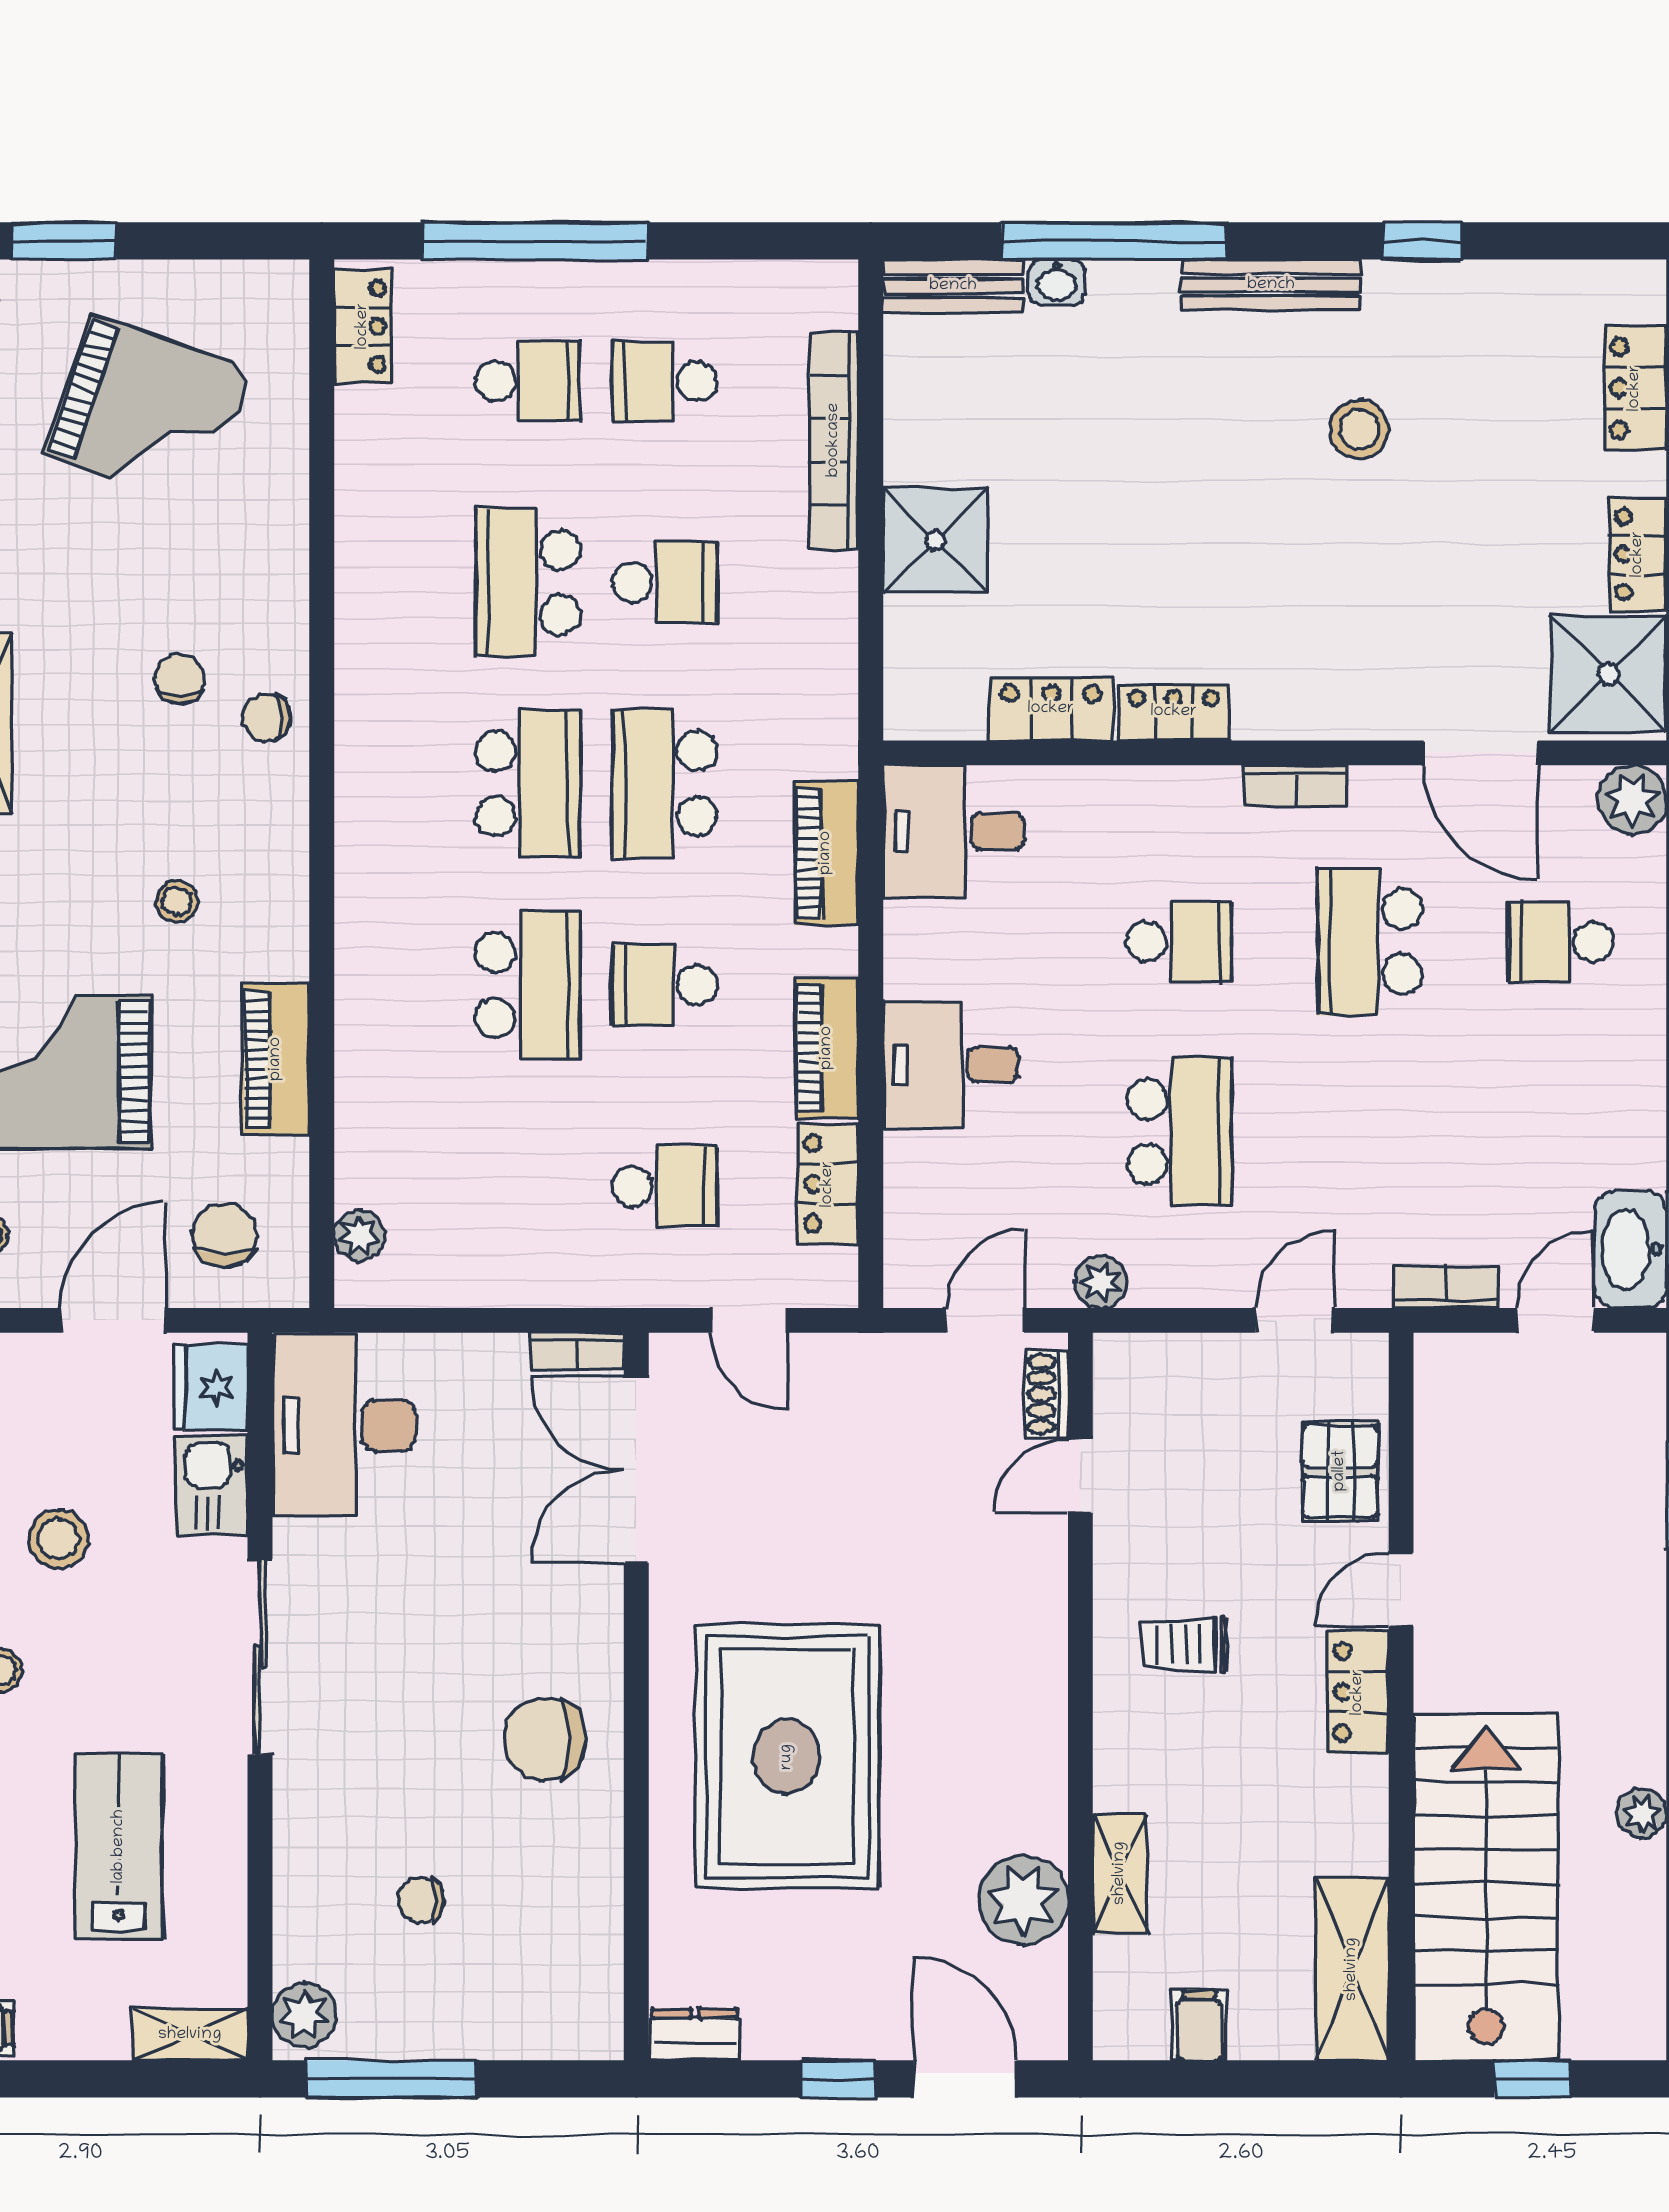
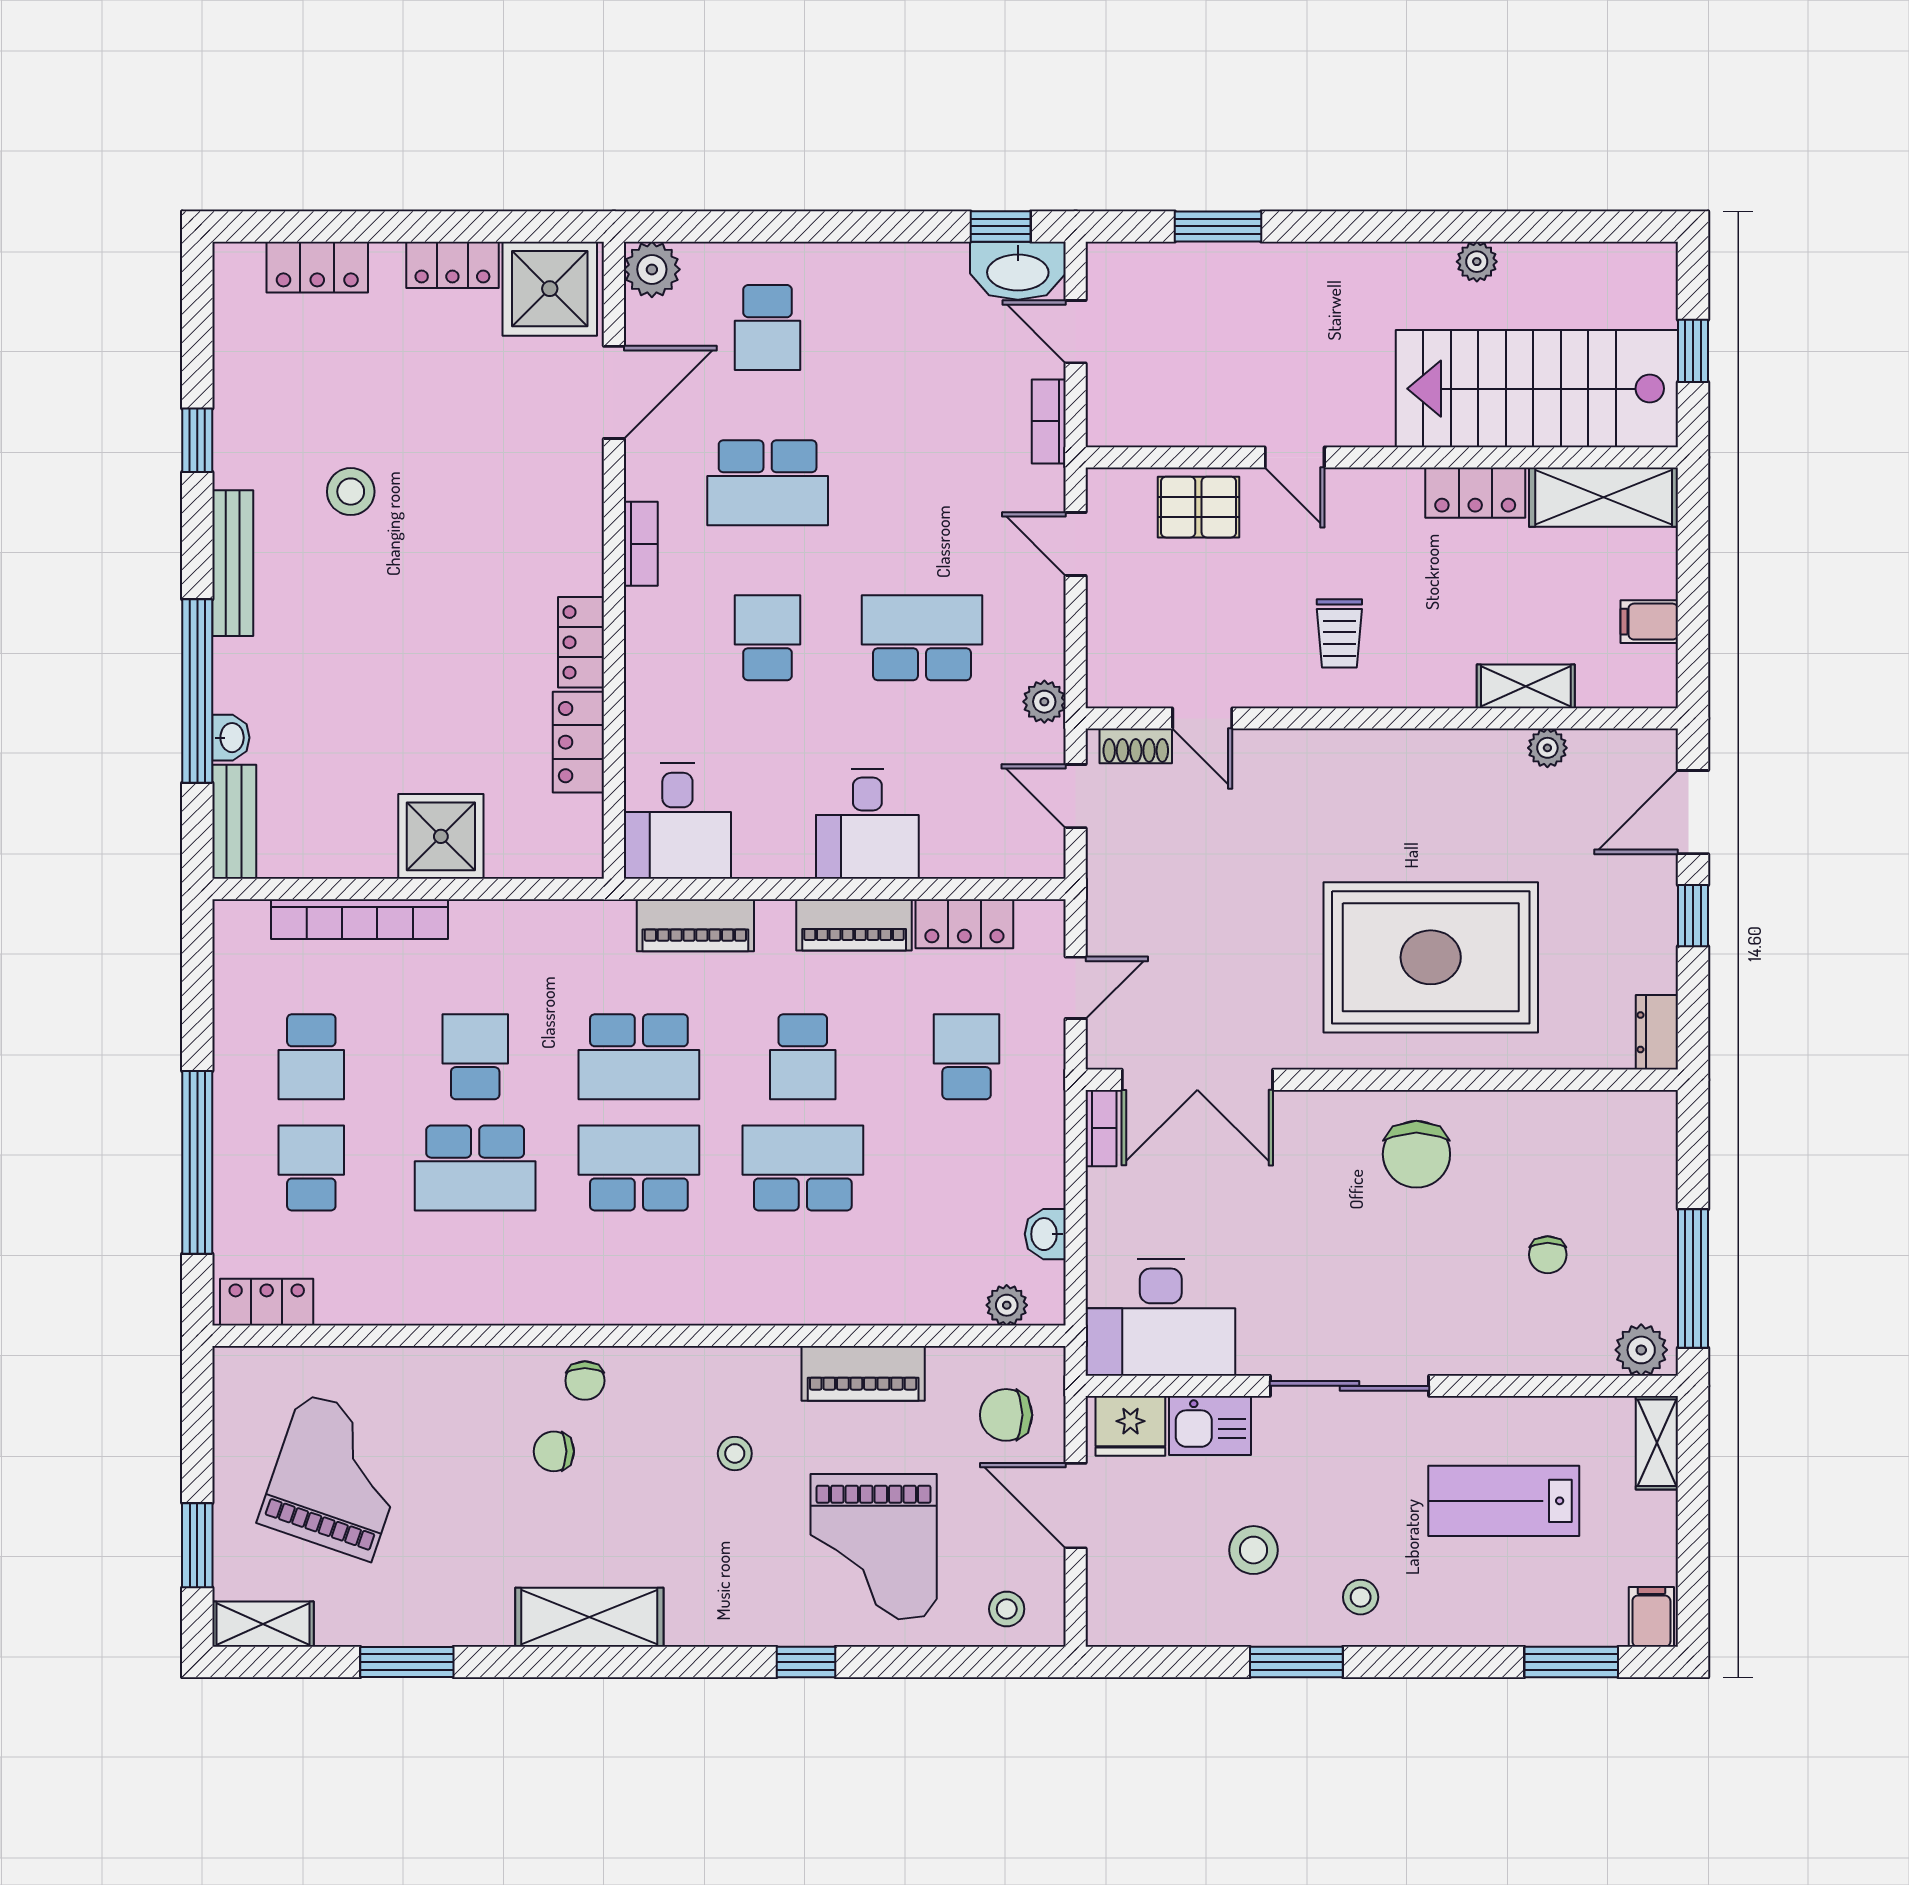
washbasin: (447, 1283) -> (1045, 1234), added
locker: (1358, 1692) -> (1475, 493), moved
plant: (1023, 1900) -> (1547, 748), width x0.53, depth x0.53

